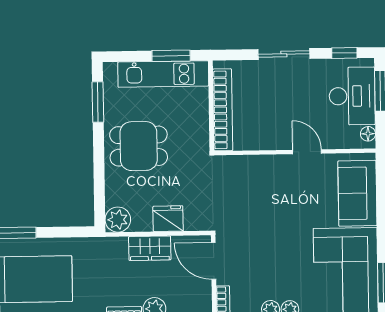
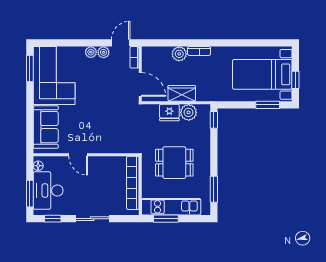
dining table: (139, 146) -> (174, 163), moved
window: (100, 208) -> (214, 120), added
plant: (118, 220) -> (189, 112), moved

